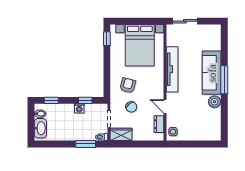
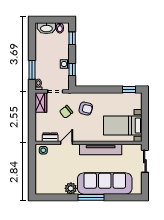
bed with nightstands: (140, 45) -> (123, 126), width x0.73
sofa: (212, 73) -> (105, 183), width x1.36, depth x1.27

